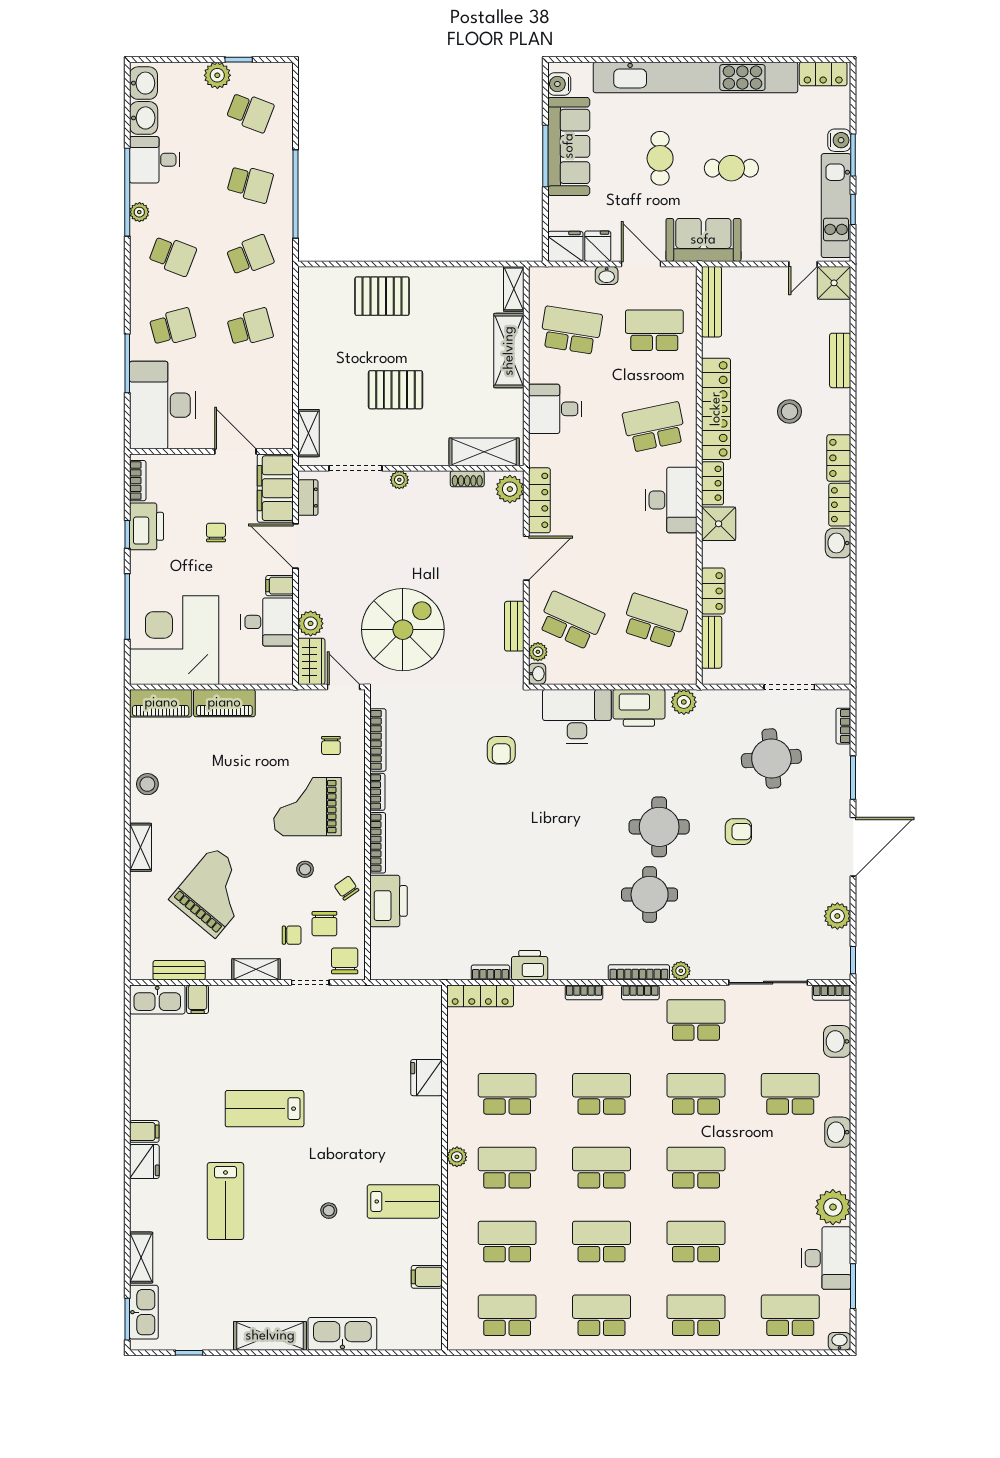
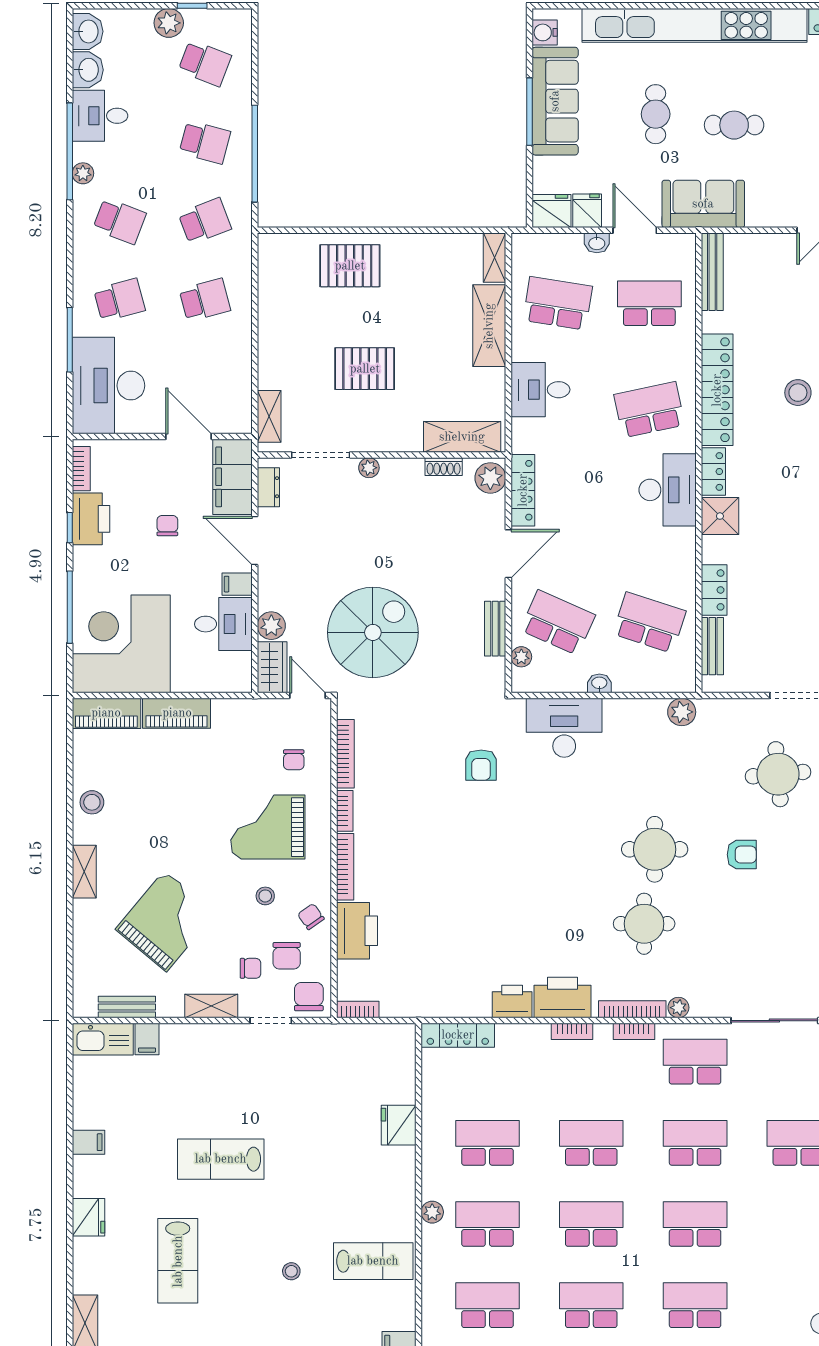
washbasin: (537, 674) -> (599, 683), moved, turned -90
printer: (639, 708) -> (562, 997), moved, turned 180
bookcase: (490, 972) -> (358, 1009), moved
filing cabinet: (144, 1131) -> (88, 1142), moved

